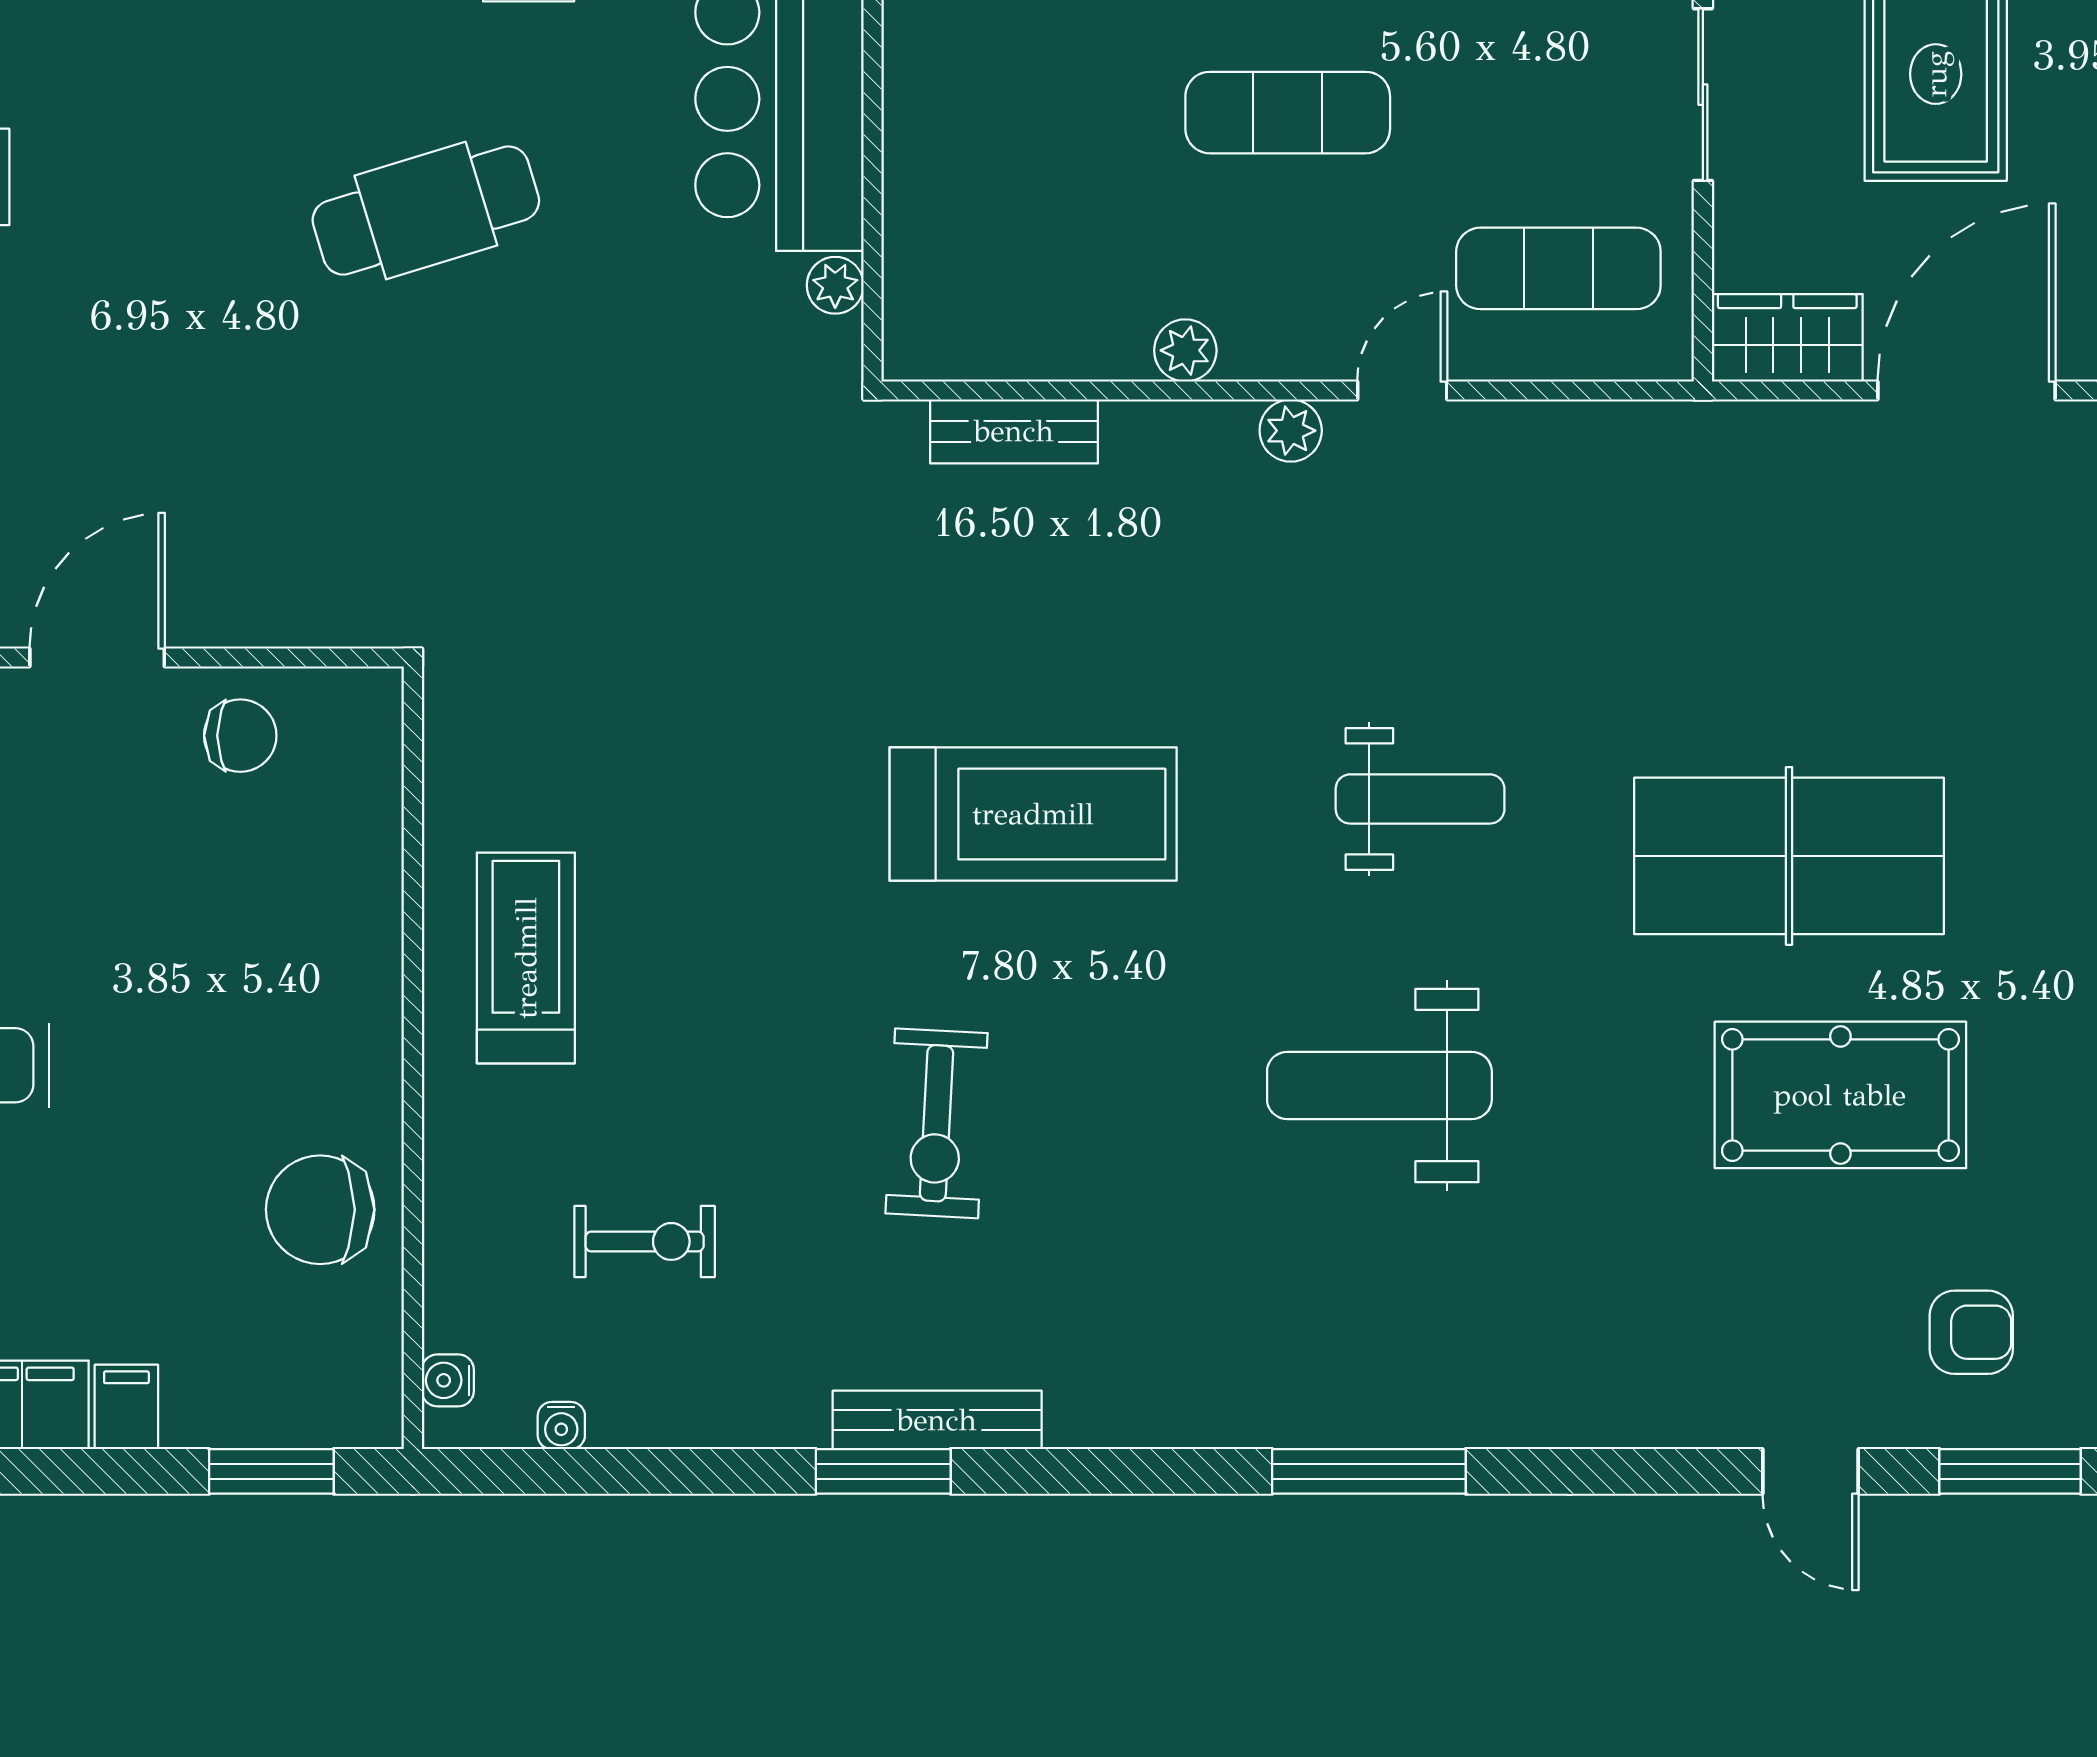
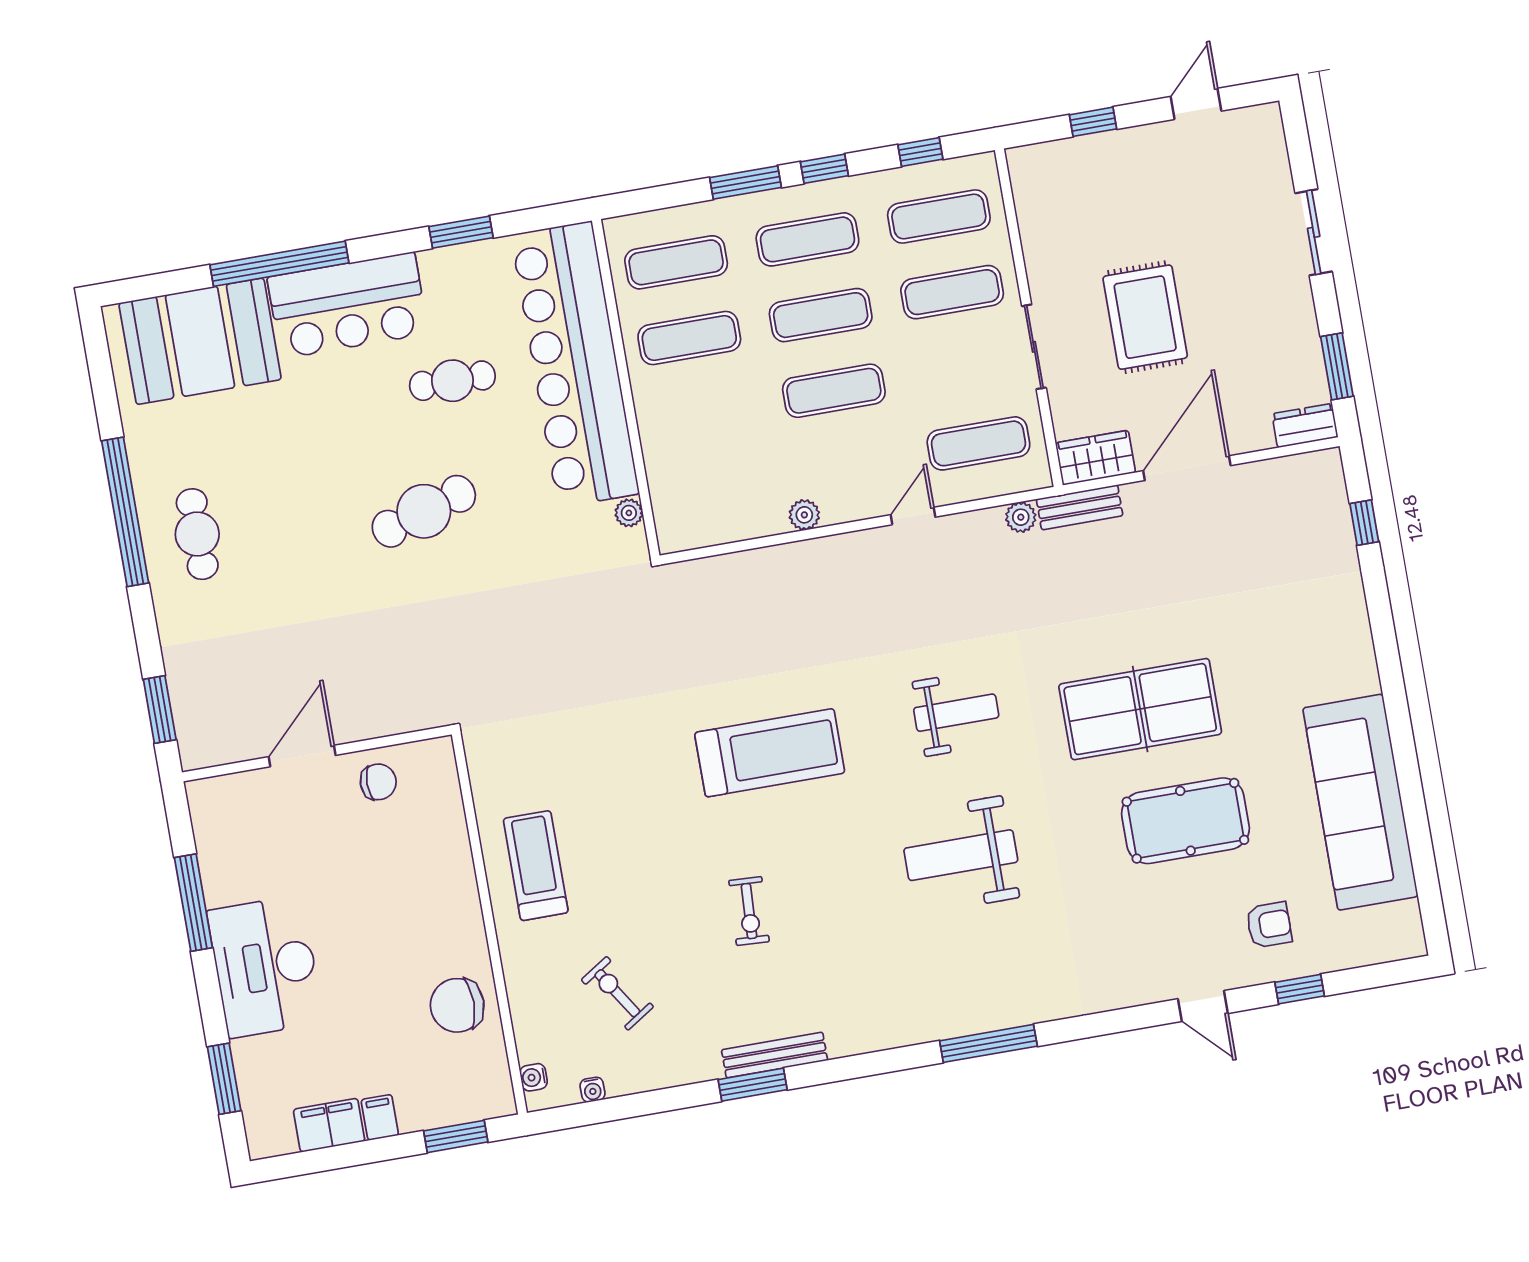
bench: (1014, 431) -> (1080, 507), moved
plant: (1291, 431) -> (1021, 517), moved
exercise bike: (937, 1123) -> (749, 911), width x0.73, depth x0.72
exercise bike: (645, 1241) -> (617, 993), turned -123
window: (2010, 1471) -> (1300, 989), width x0.67

